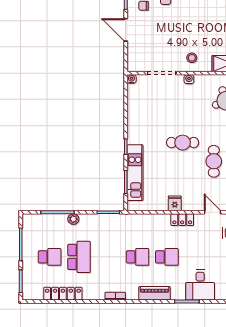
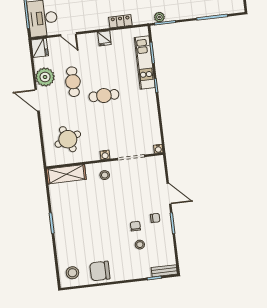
plant: (73, 219) -> (159, 17), moved
locker: (182, 220) -> (120, 21), moved

